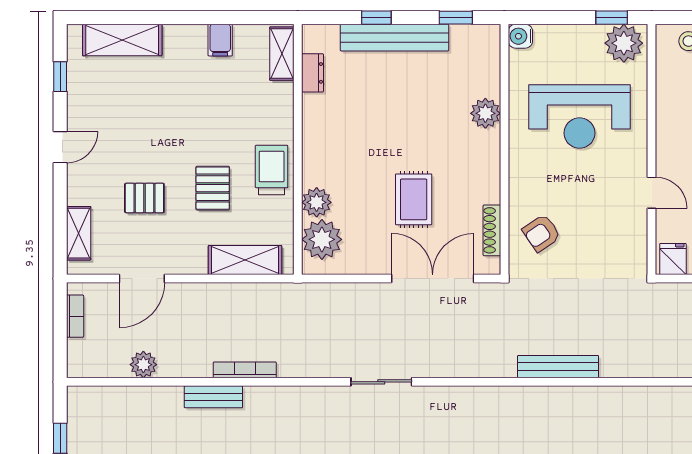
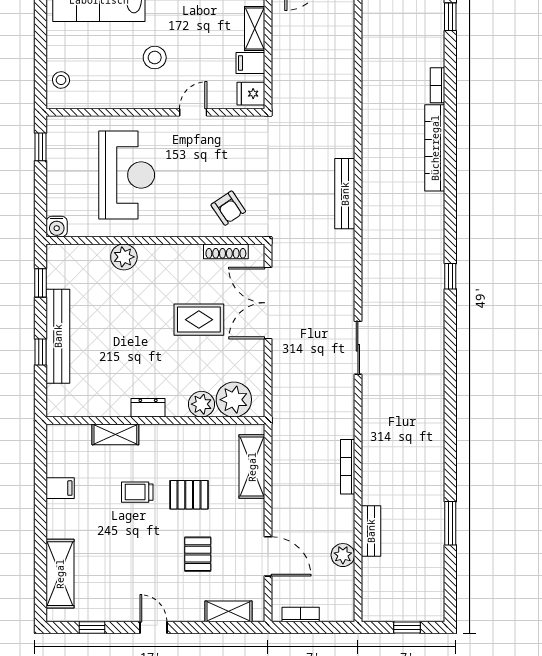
plant: (624, 43) -> (63, 136), removed
shelving: (282, 54) -> (115, 434), moved
dresser: (312, 73) -> (148, 408), moved
trolley: (272, 170) -> (137, 492), moved, width x0.73, depth x0.72
bench: (213, 397) -> (371, 531), moved

